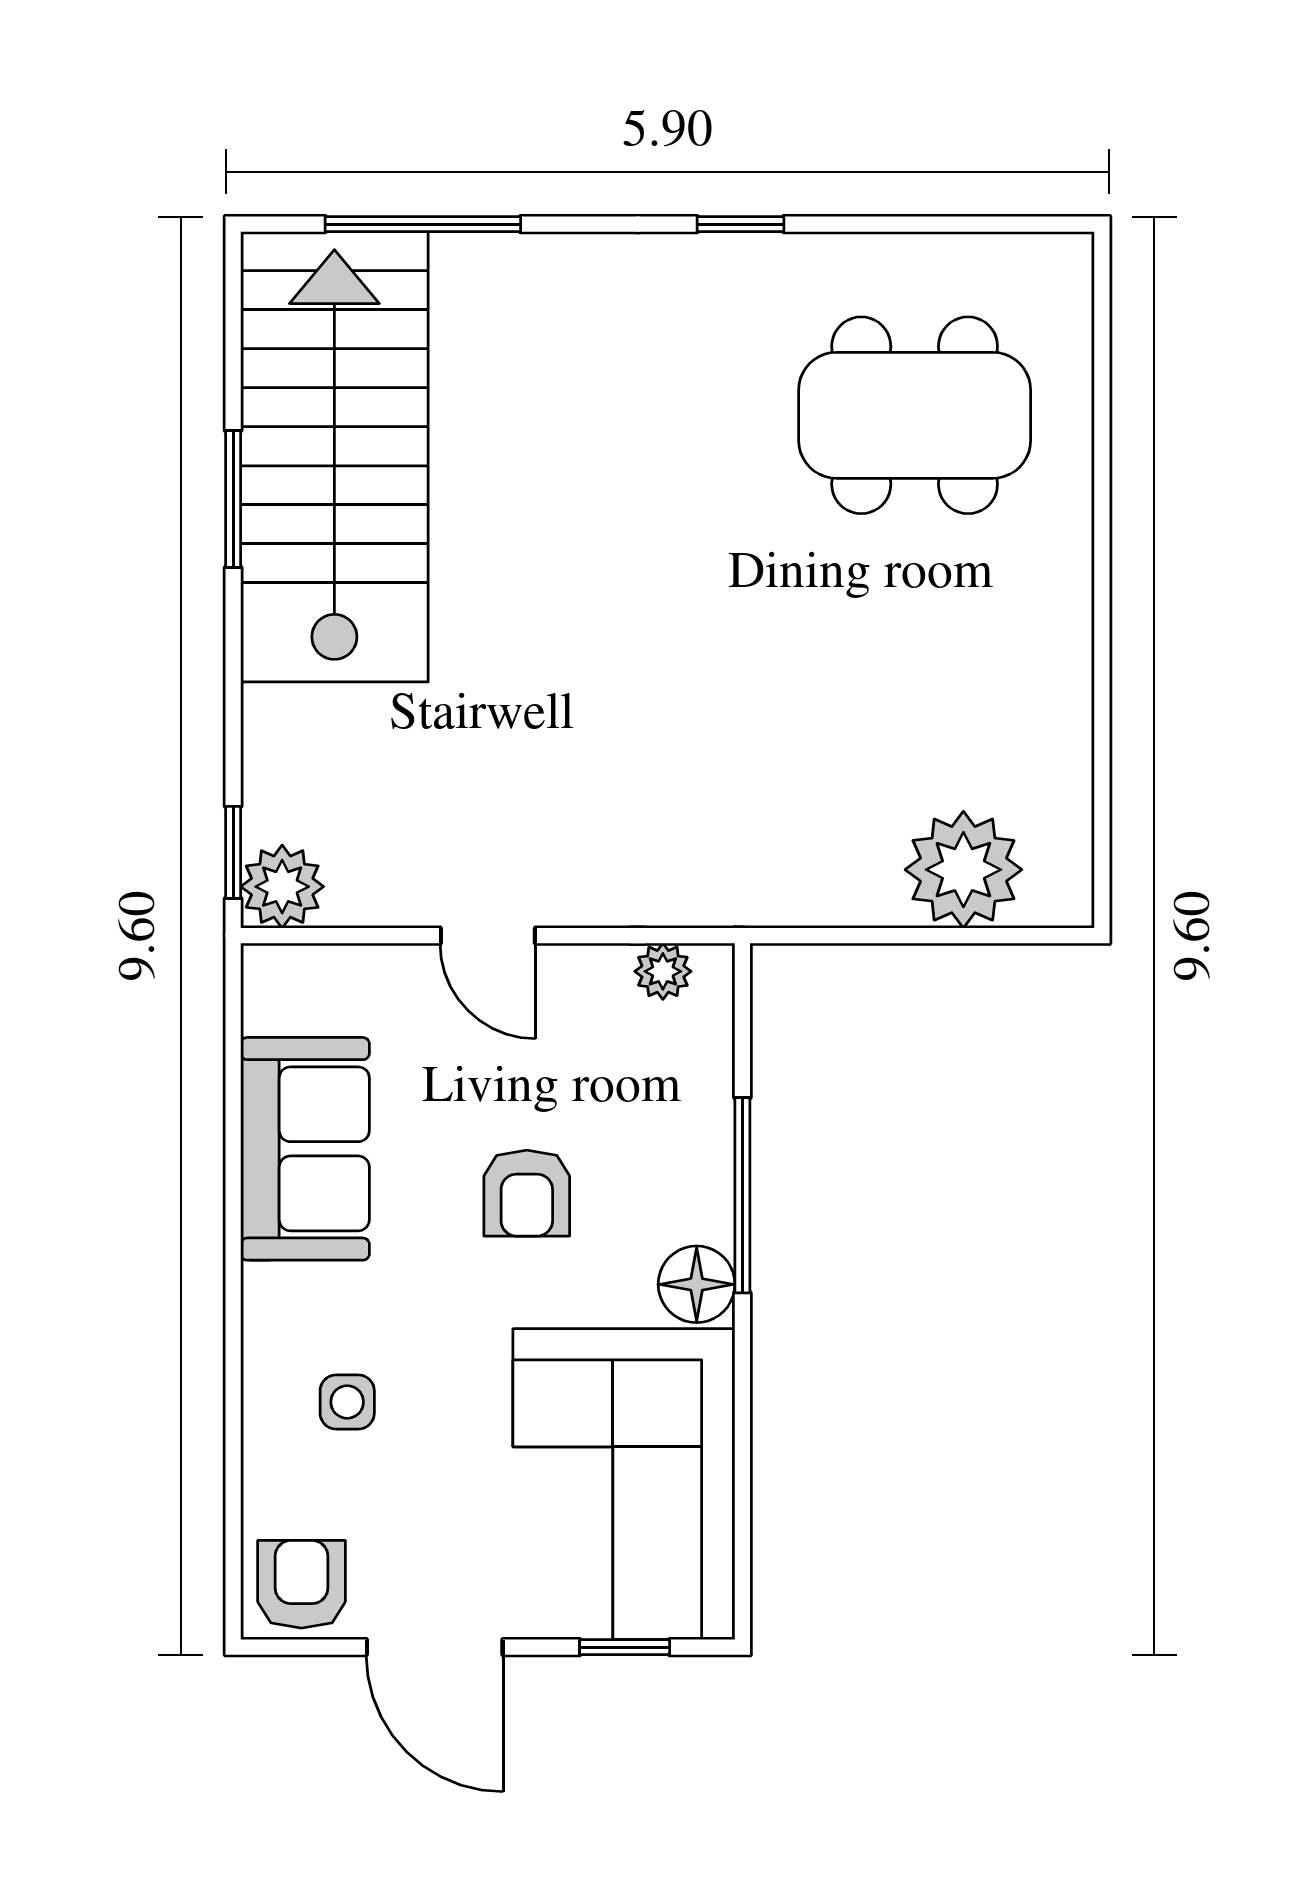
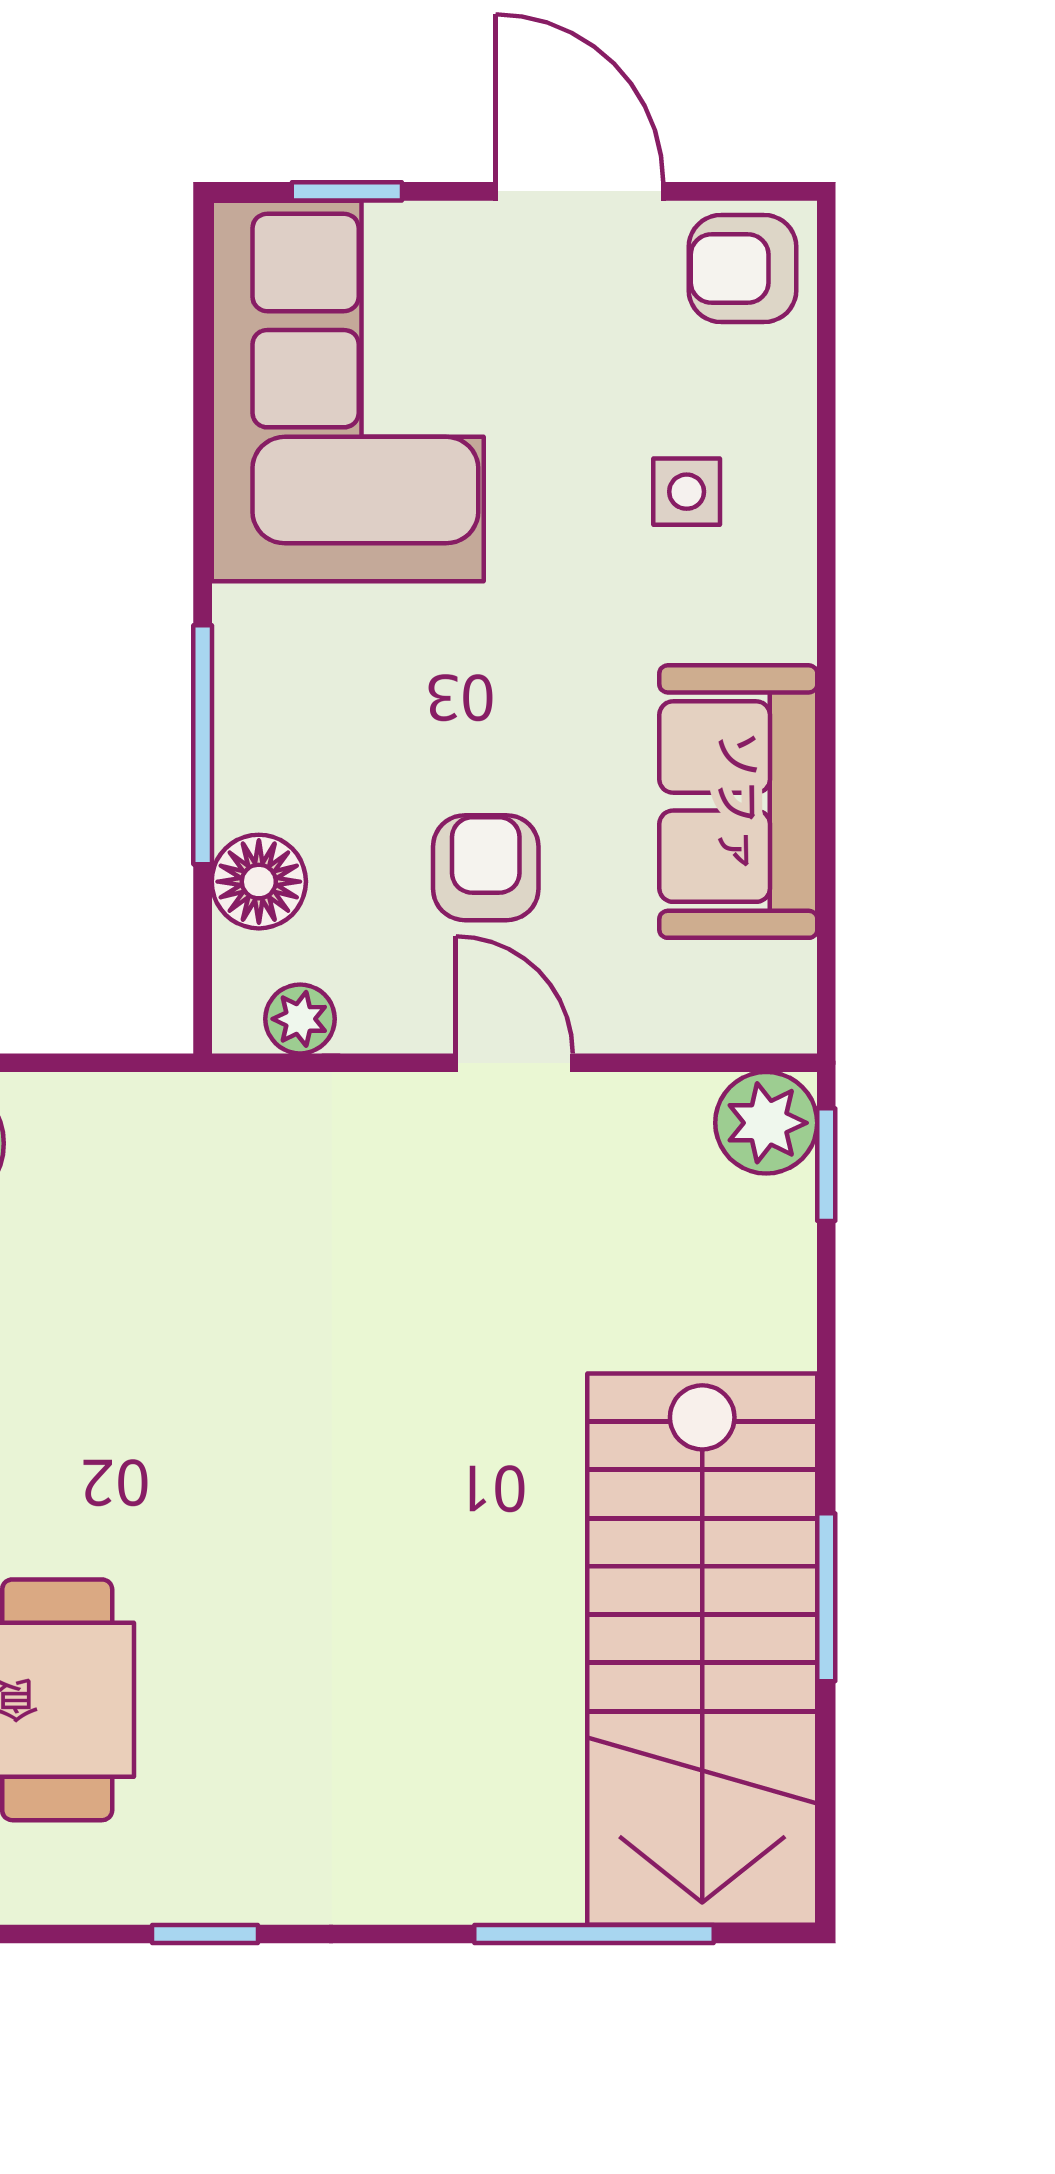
armchair: (527, 1193) -> (486, 868), moved
floor lamp: (697, 1284) -> (259, 882), moved
armchair: (301, 1584) -> (743, 269), turned 90

